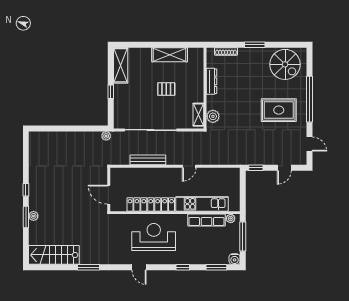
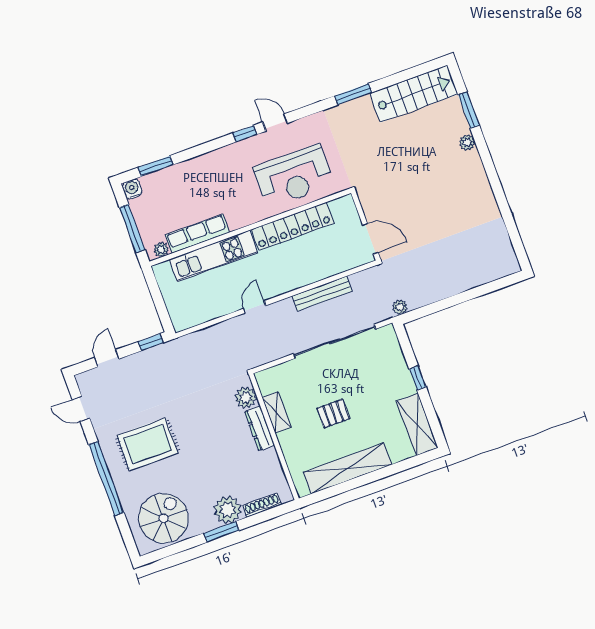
shelving: (170, 55) -> (347, 468), width x1.47
plant: (247, 56) -> (228, 510), added
spiral stairs: (285, 64) -> (164, 518), turned 90
dresser: (211, 81) -> (260, 428), moved
shelving: (198, 115) -> (277, 412), moved
window: (26, 190) -> (494, 179), removed
door: (109, 195) -> (370, 239), moved
window: (26, 217) -> (469, 110), moved
reception desk: (154, 237) -> (294, 176), moved
window: (183, 267) -> (245, 134), moved

